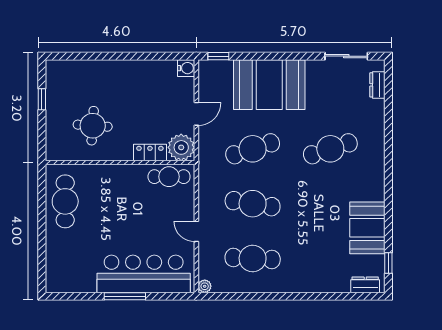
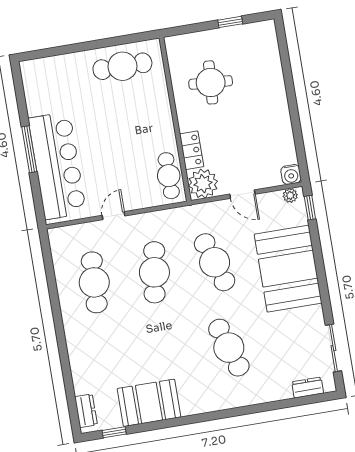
plant: (205, 286) -> (290, 195), moved

